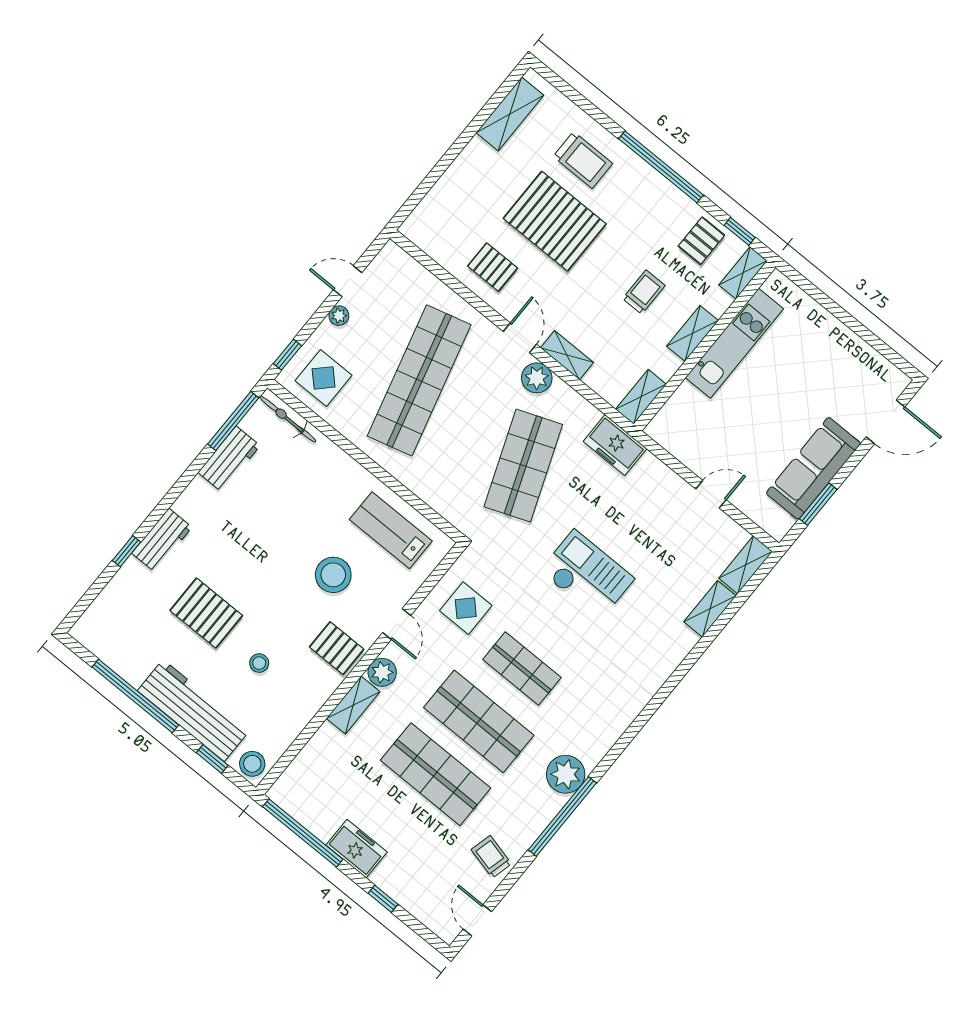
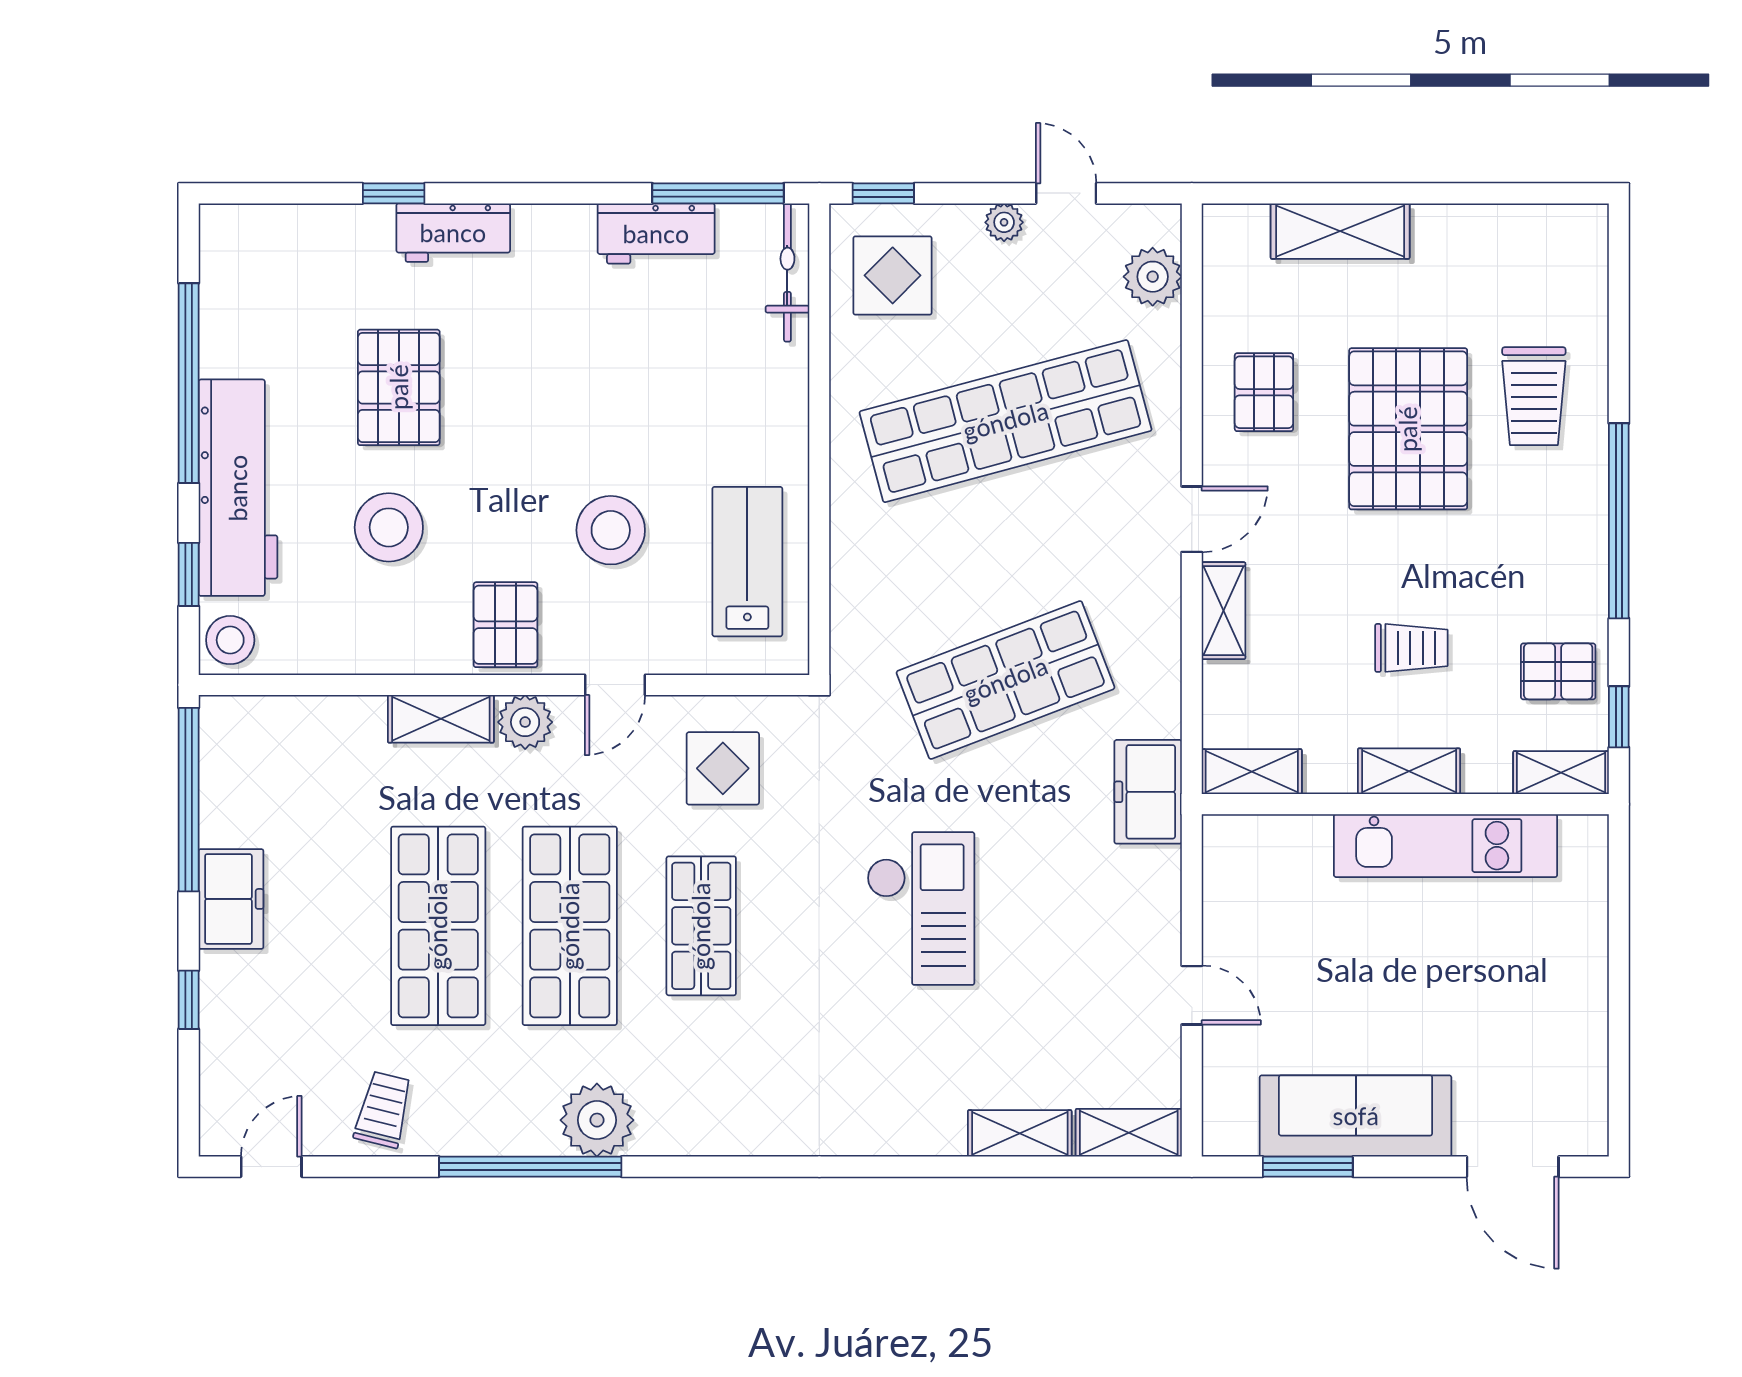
shelving: (510, 114) -> (1340, 231), moved
plant: (537, 378) -> (1153, 277), moved
stool: (259, 663) -> (389, 527), width x1.89, depth x1.89

